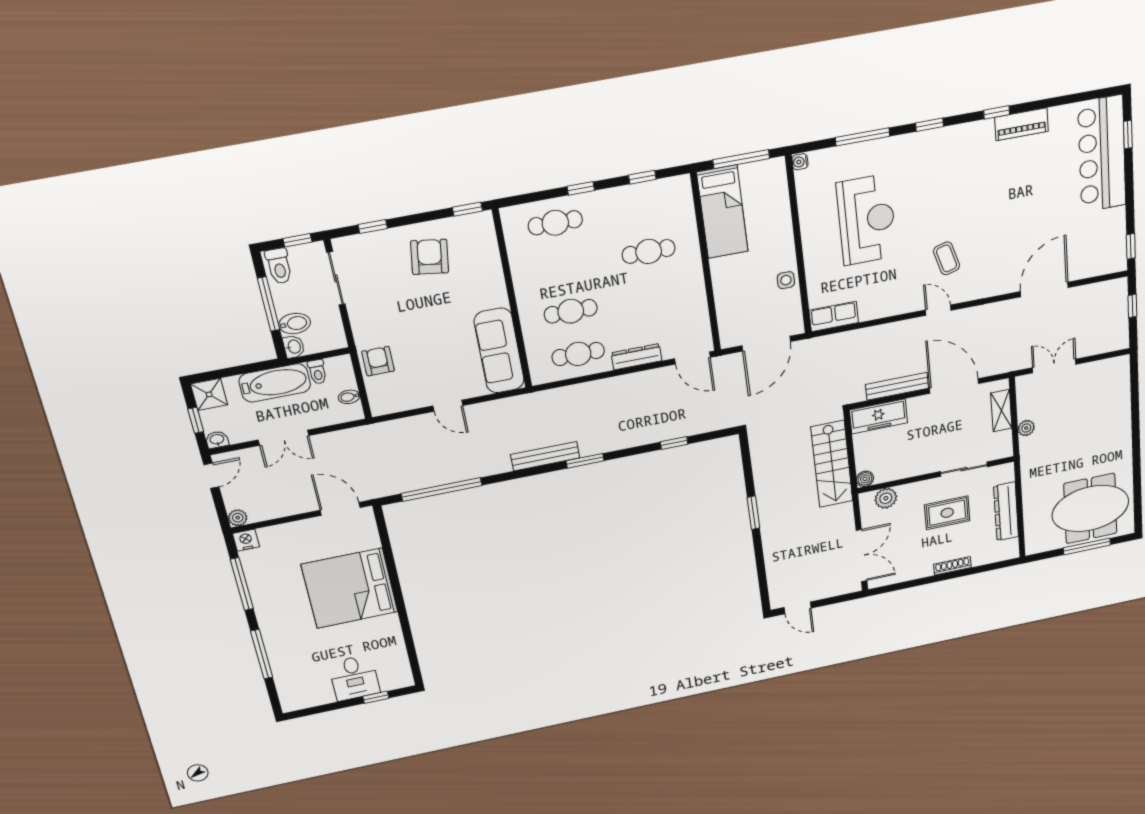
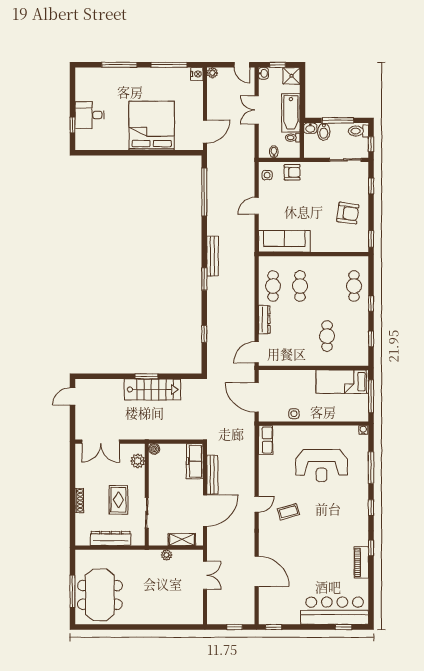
side table: (392, 400) -> (267, 175), added
stairs: (832, 464) -> (152, 390), moved, turned 180

